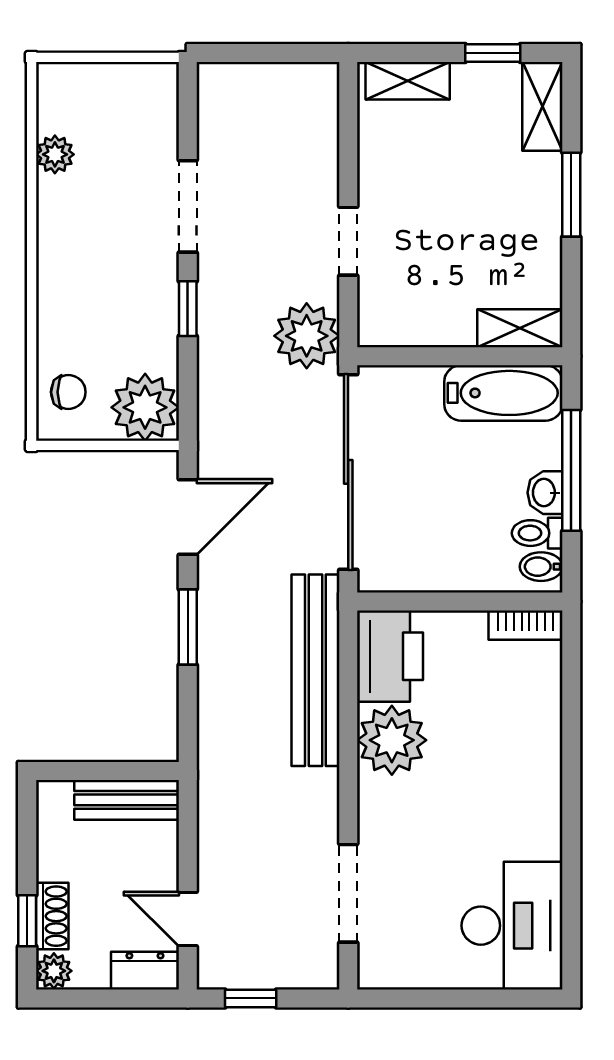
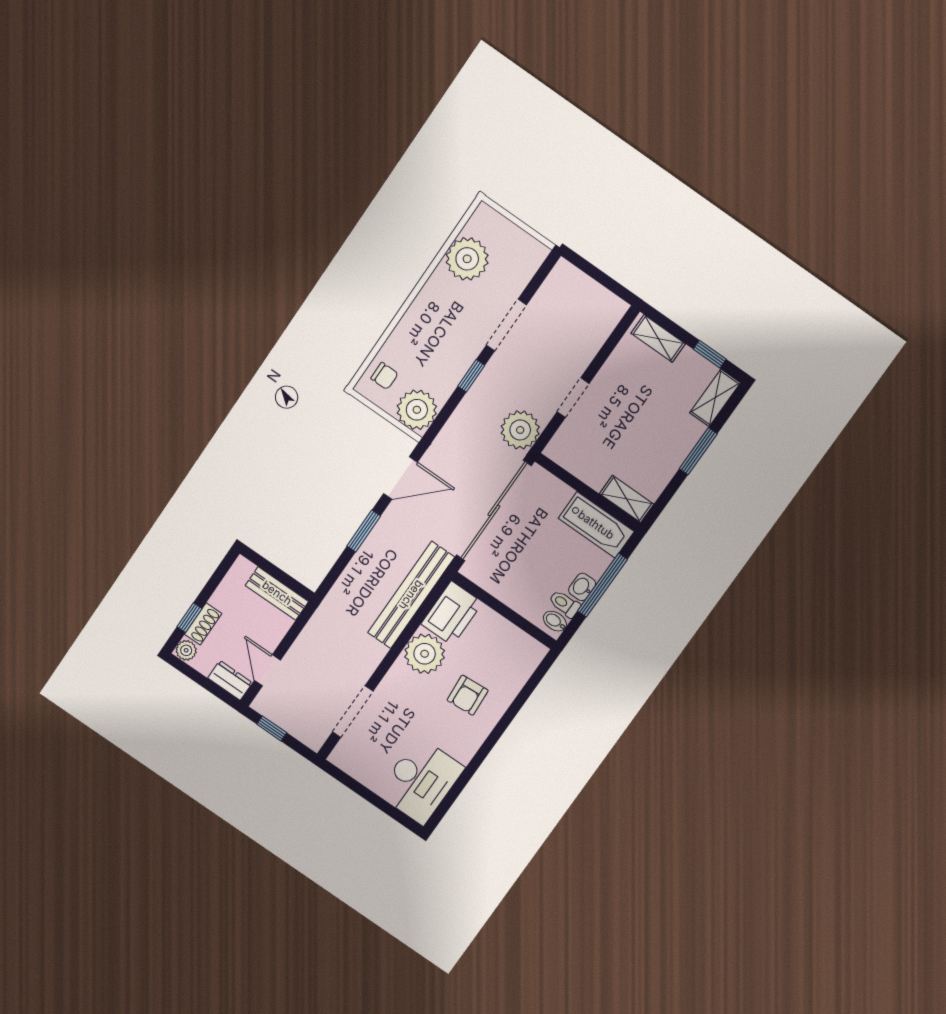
plant: (55, 154) -> (467, 259), width x1.87, depth x1.87
bookcase: (525, 625) -> (528, 644), removed
armchair: (493, 757) -> (468, 695), added

